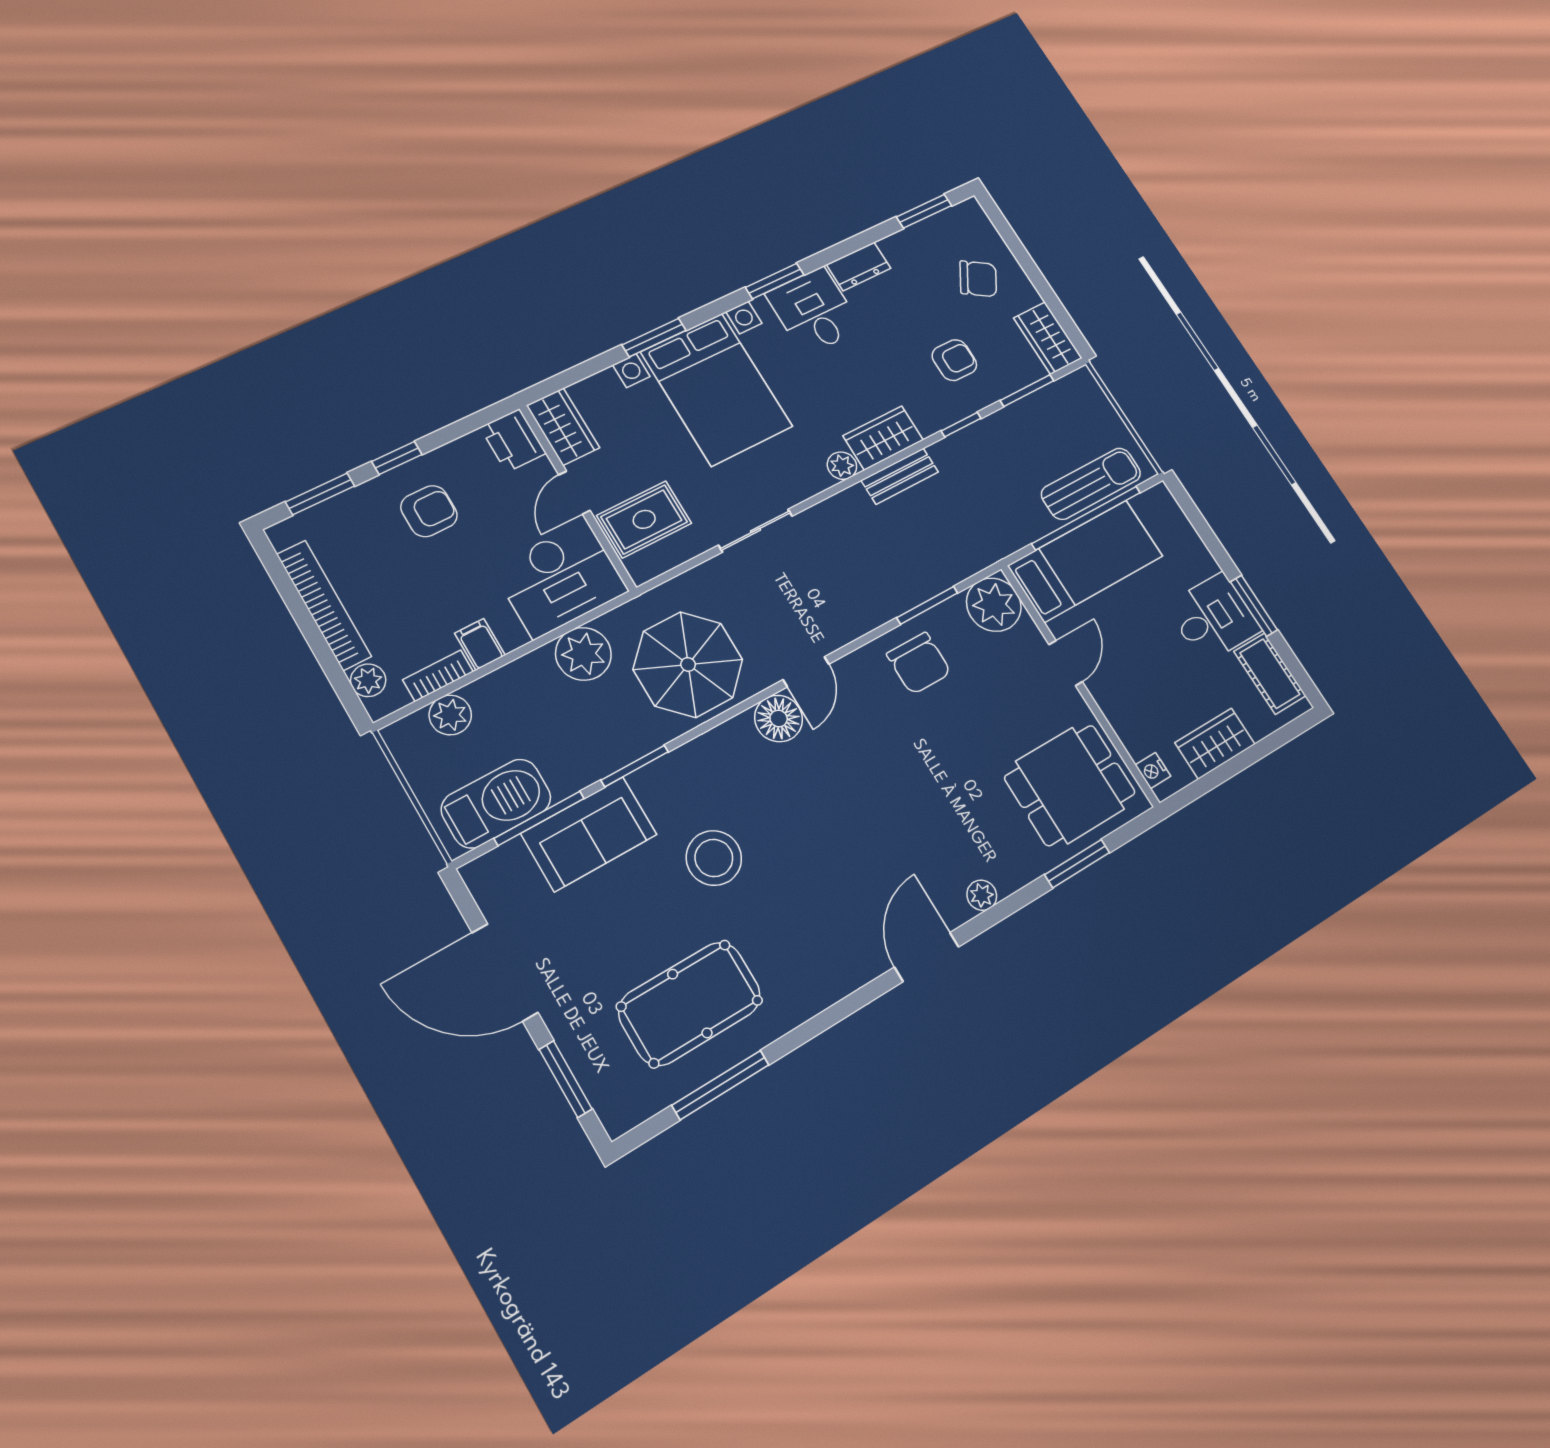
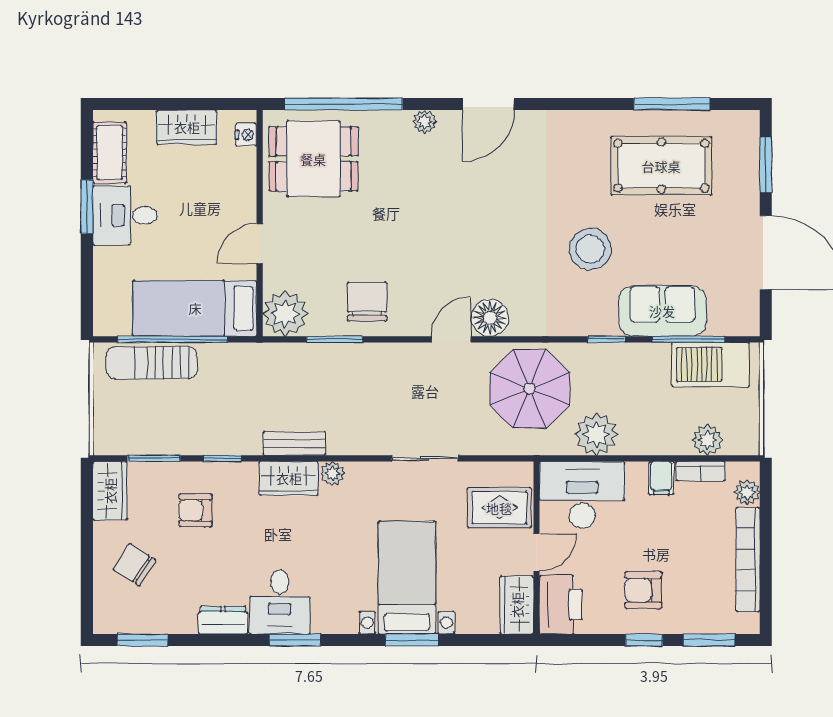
bed with nightstands: (717, 389) -> (407, 578), width x0.73
printer: (513, 440) -> (561, 605), width x1.37, depth x1.19
window: (635, 766) -> (606, 339), width x0.67
window: (1077, 864) -> (344, 104), width x2.11

